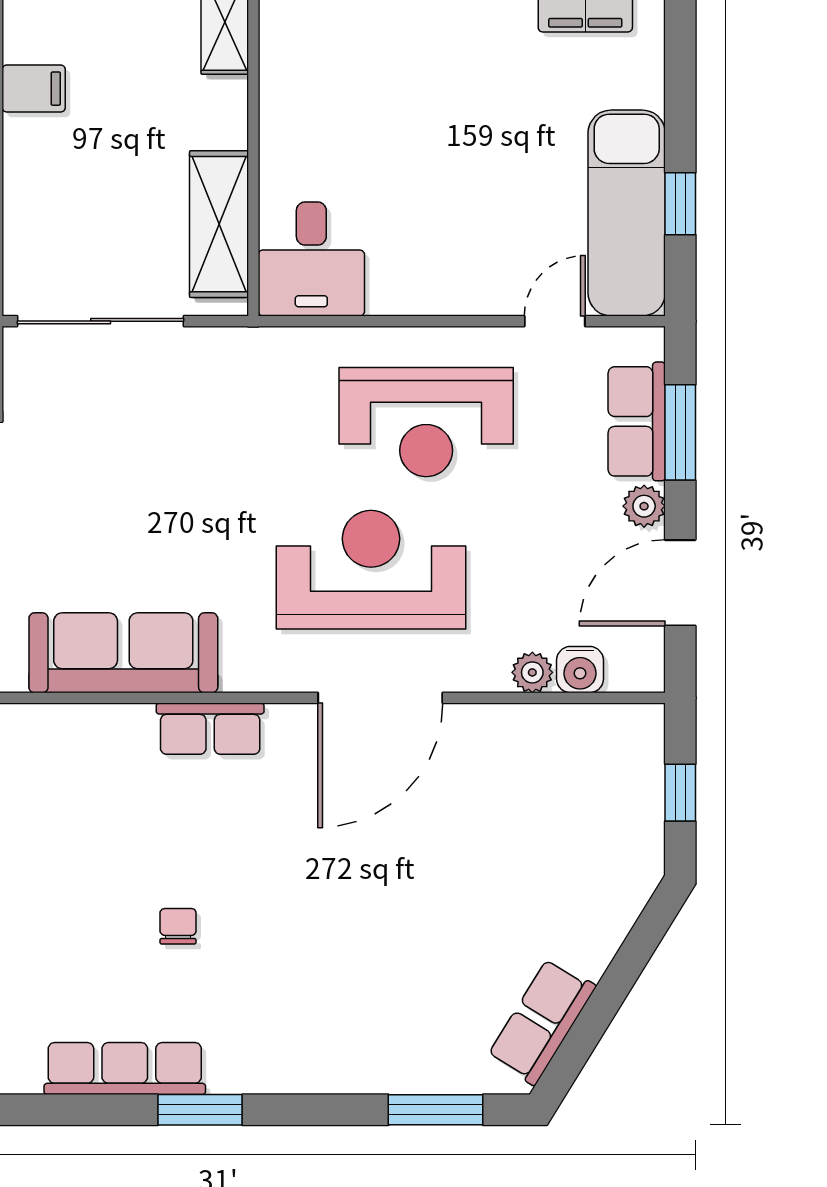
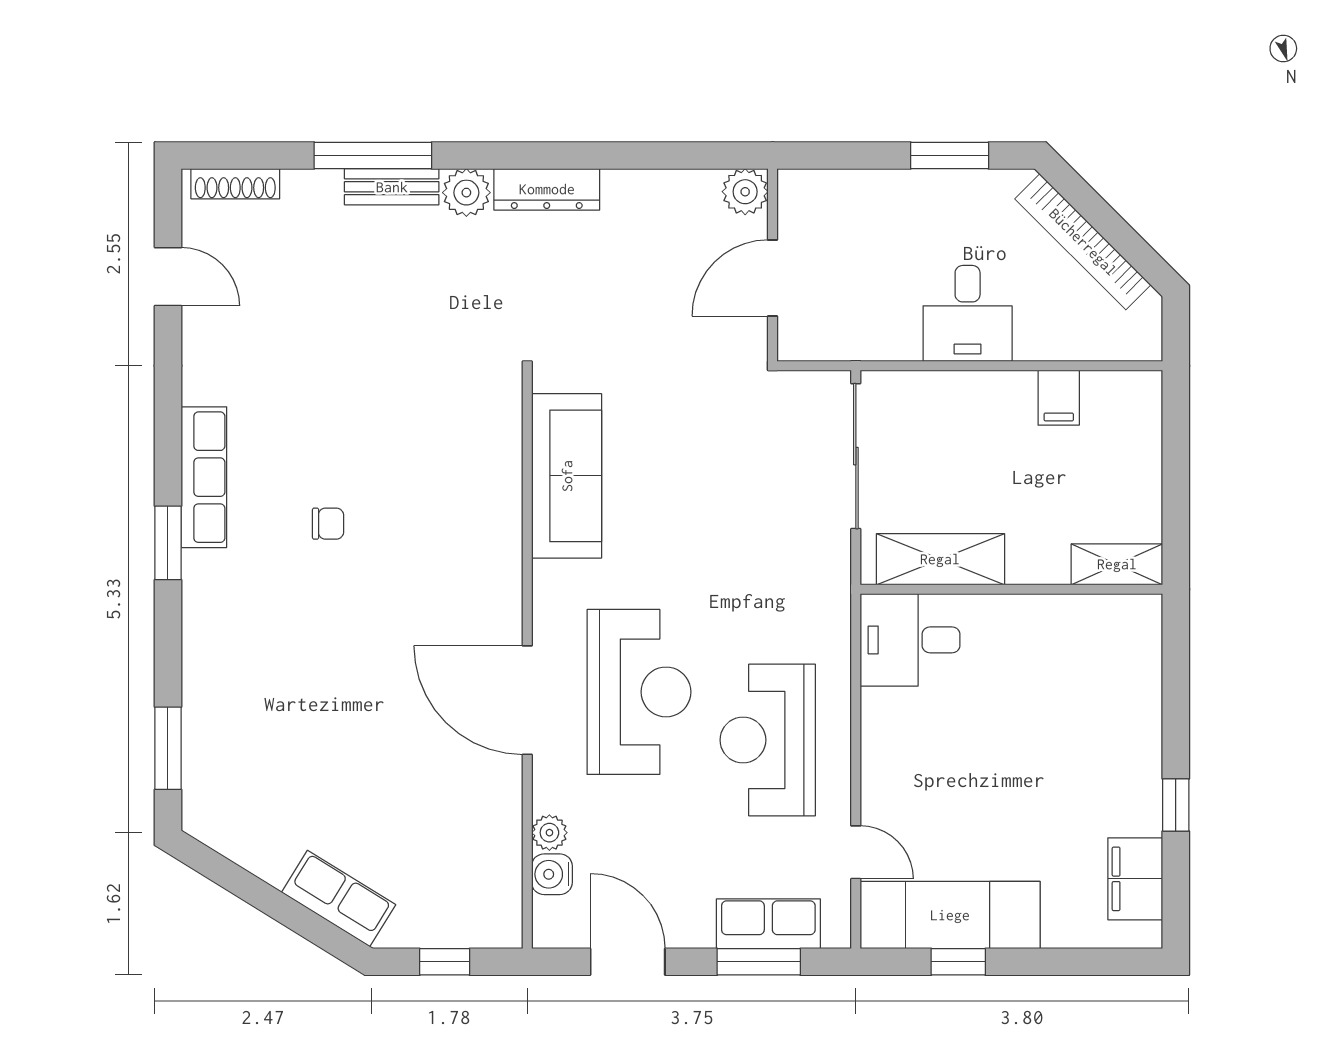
plant: (644, 506) -> (694, 930), removed
row of seats: (210, 729) -> (500, 552), removed
row of seats: (542, 1021) -> (339, 899), moved

